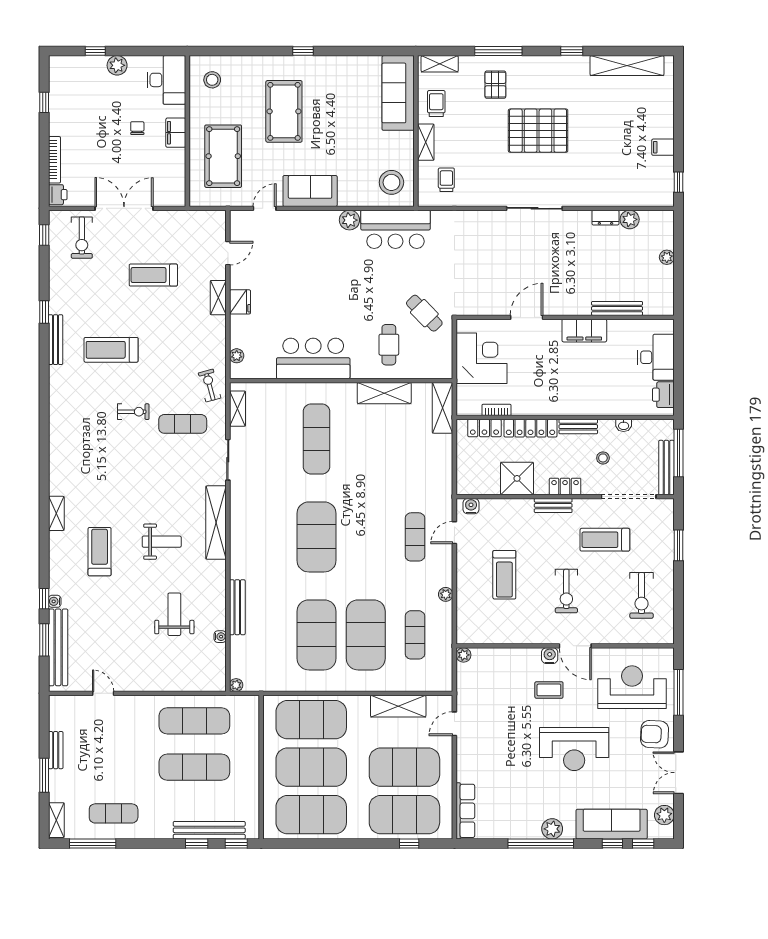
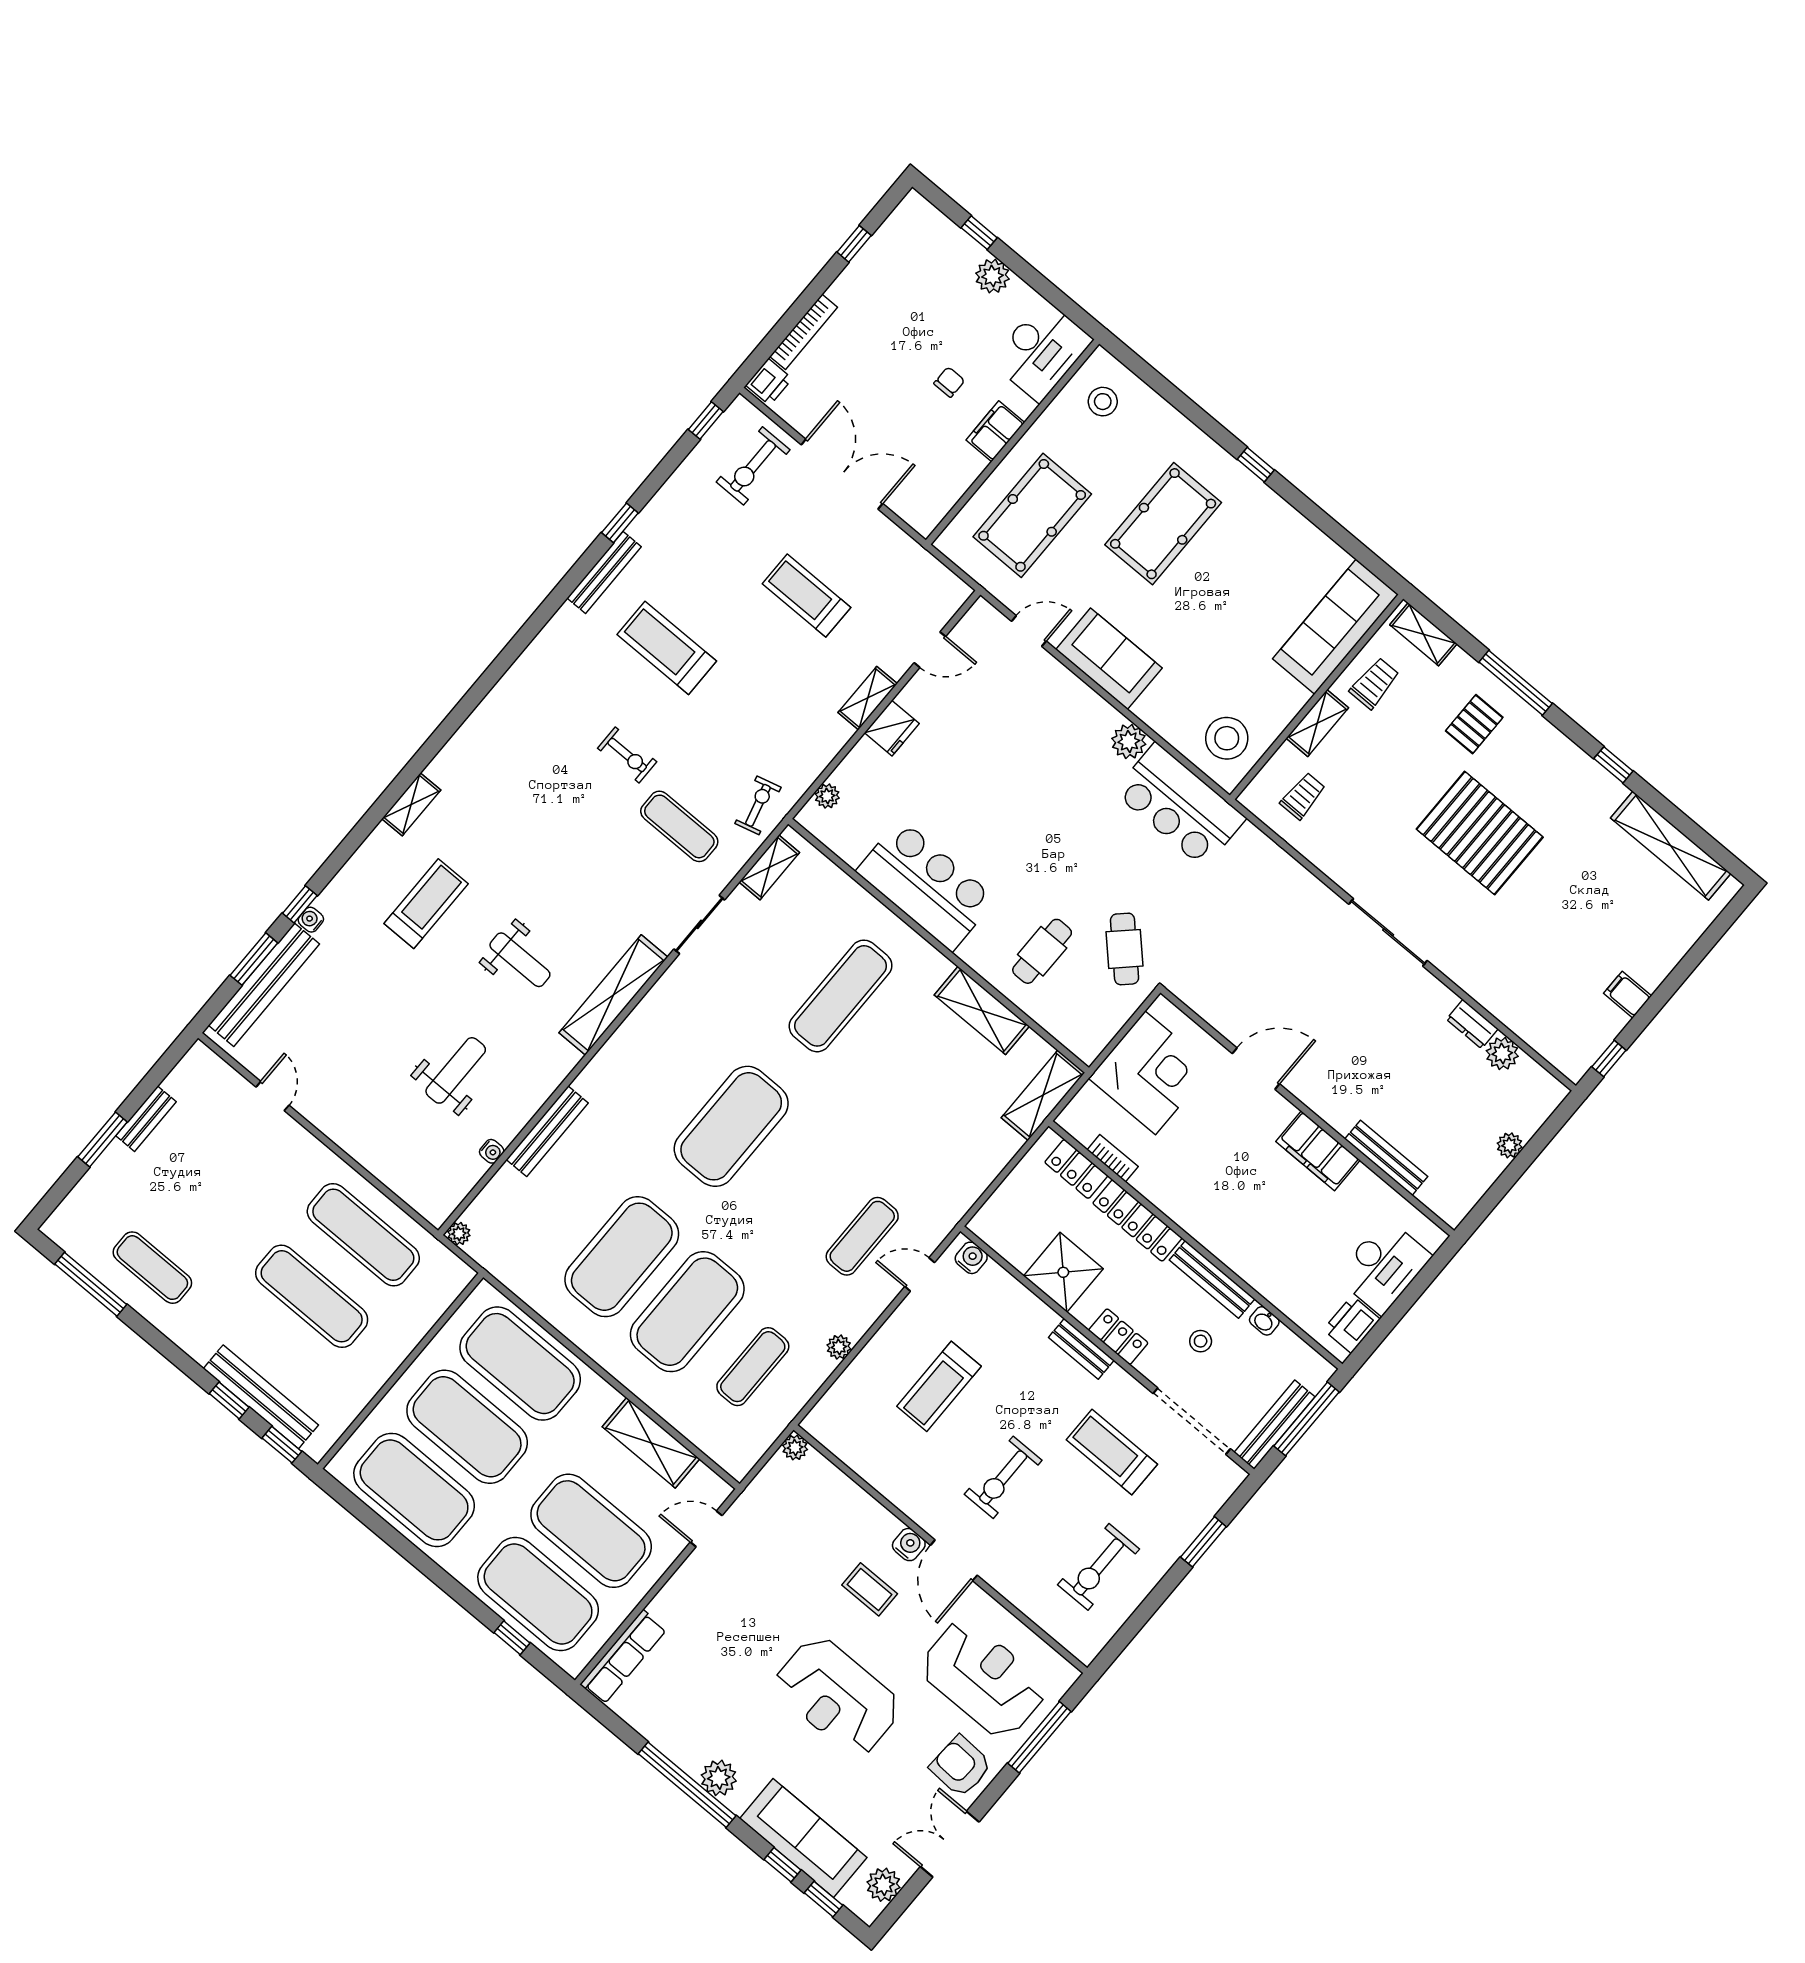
bench: (578, 427) -> (1212, 1279), width x1.36
shelving: (56, 820) -> (69, 1213), removed

